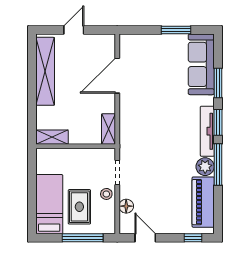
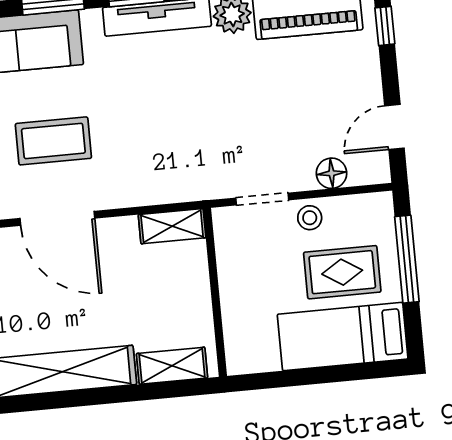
coffee table: (154, 77) -> (53, 141), added
shelving: (52, 137) -> (172, 366), moved, turned 90

